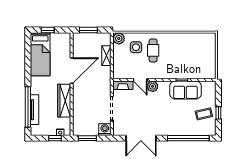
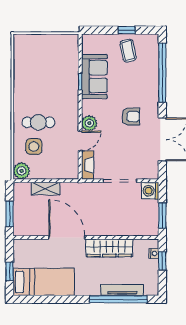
armchair: (157, 116) -> (131, 117), added

